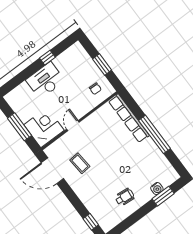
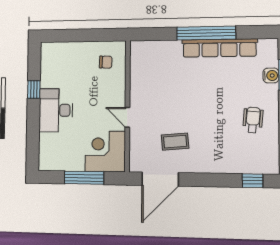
window: (102, 65) -> (85, 35), removed
row of seats: (129, 118) -> (219, 48), moved

